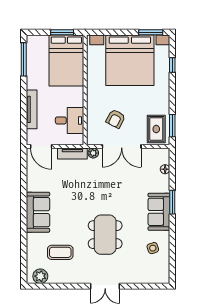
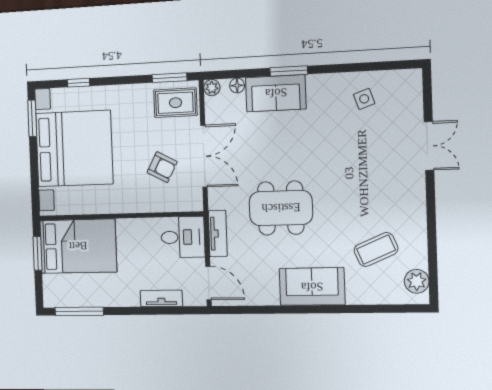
tv unit: (32, 109) -> (161, 298), width x0.71
desk: (70, 120) -> (183, 237), moved, turned 90
door: (41, 146) -> (208, 283), hinge flipped
plant: (93, 153) -> (212, 88), moved
sofa: (159, 212) -> (276, 93), moved
dining table: (105, 235) -> (281, 208), moved
coffee table: (60, 252) -> (376, 249), turned 67
double door: (105, 286) -> (429, 146), moved

